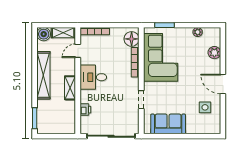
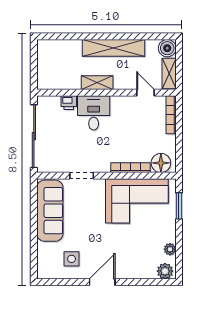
plant: (214, 53) -> (165, 271), moved
desk: (93, 77) -> (94, 113), moved
window: (35, 118) -> (57, 36), removed
sofa: (168, 124) -> (50, 211), width x1.36

